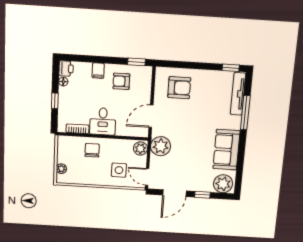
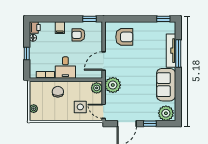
tv unit: (238, 94) -> (171, 51), moved

